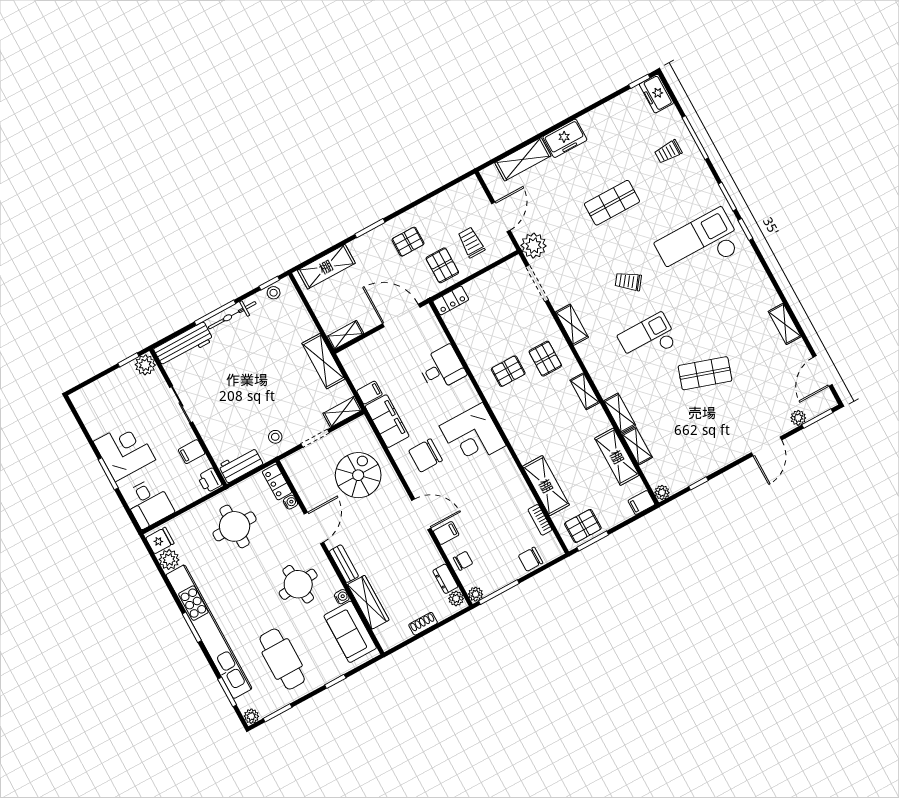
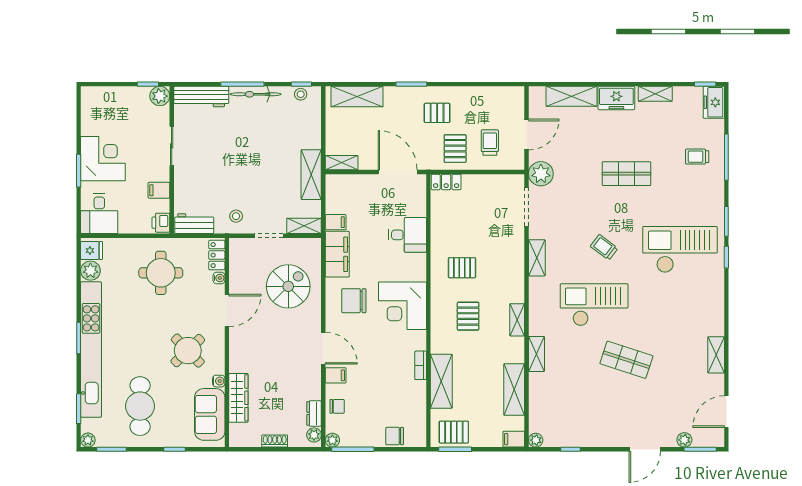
checkout: (648, 339) -> (594, 305), width x1.36, depth x1.21
pallet: (545, 359) -> (468, 316), moved
shelving: (637, 446) -> (655, 94), moved, turned 90
bookcase: (540, 520) -> (421, 365), moved
bench: (344, 564) -> (236, 354), removed
round table: (298, 584) -> (188, 351), turned -37

